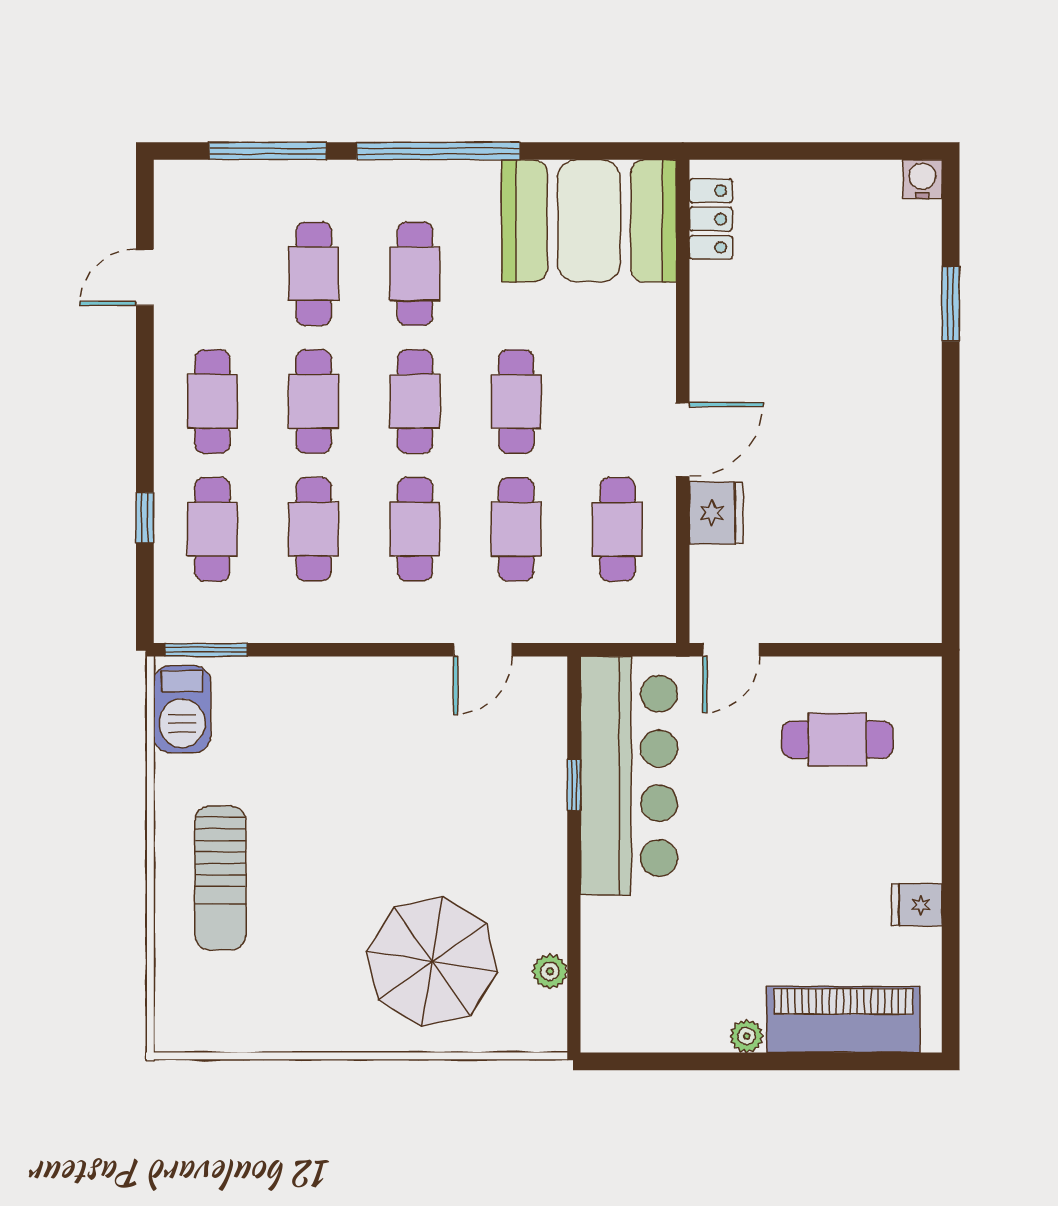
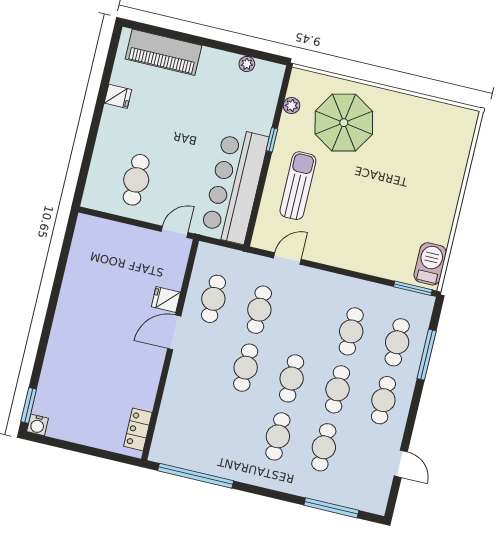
window: (438, 151) -> (196, 476), moved
booth: (589, 221) -> (193, 442), removed
door: (145, 277) -> (401, 464), hinge flipped
window: (951, 304) -> (29, 405), moved
fridge: (716, 513) -> (166, 300), width x0.72
window: (145, 518) -> (427, 355), width x2.17
cafe table: (415, 529) -> (305, 321), removed
cafe table: (837, 740) -> (136, 180), turned 90
window: (574, 785) -> (272, 140), moved
sun lounger: (220, 878) -> (298, 186), moved
plant: (747, 1036) -> (247, 64), moved

